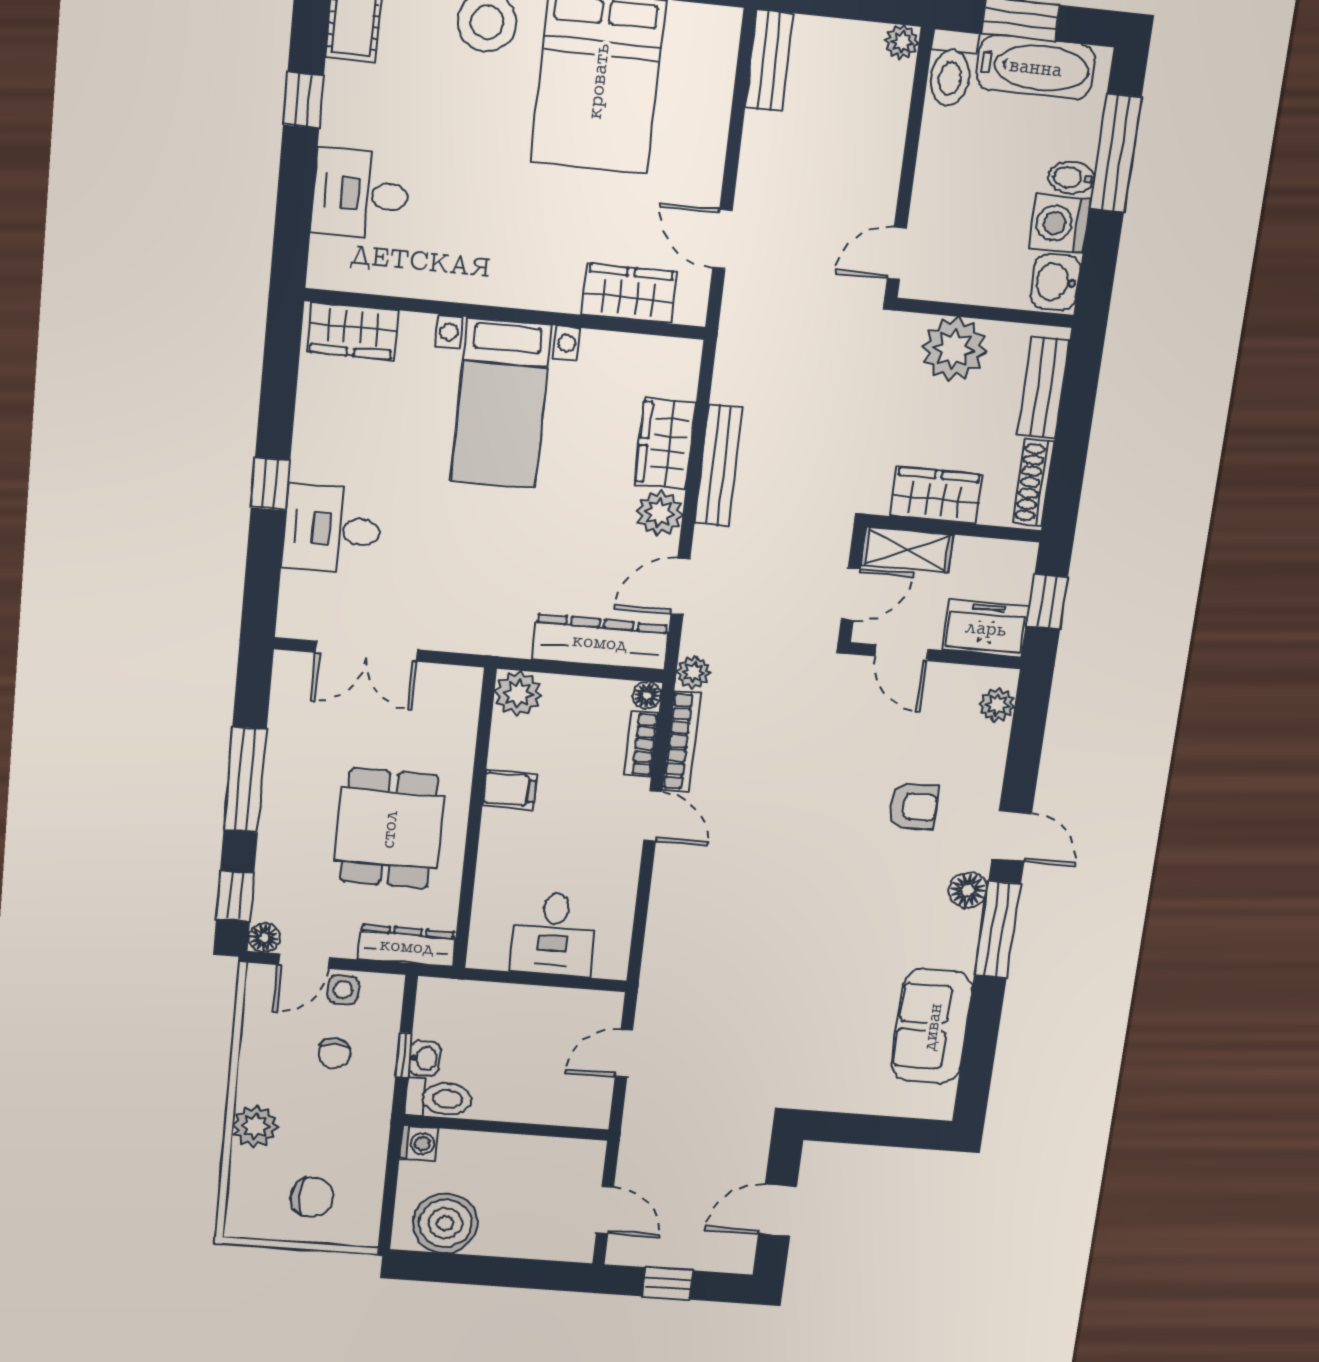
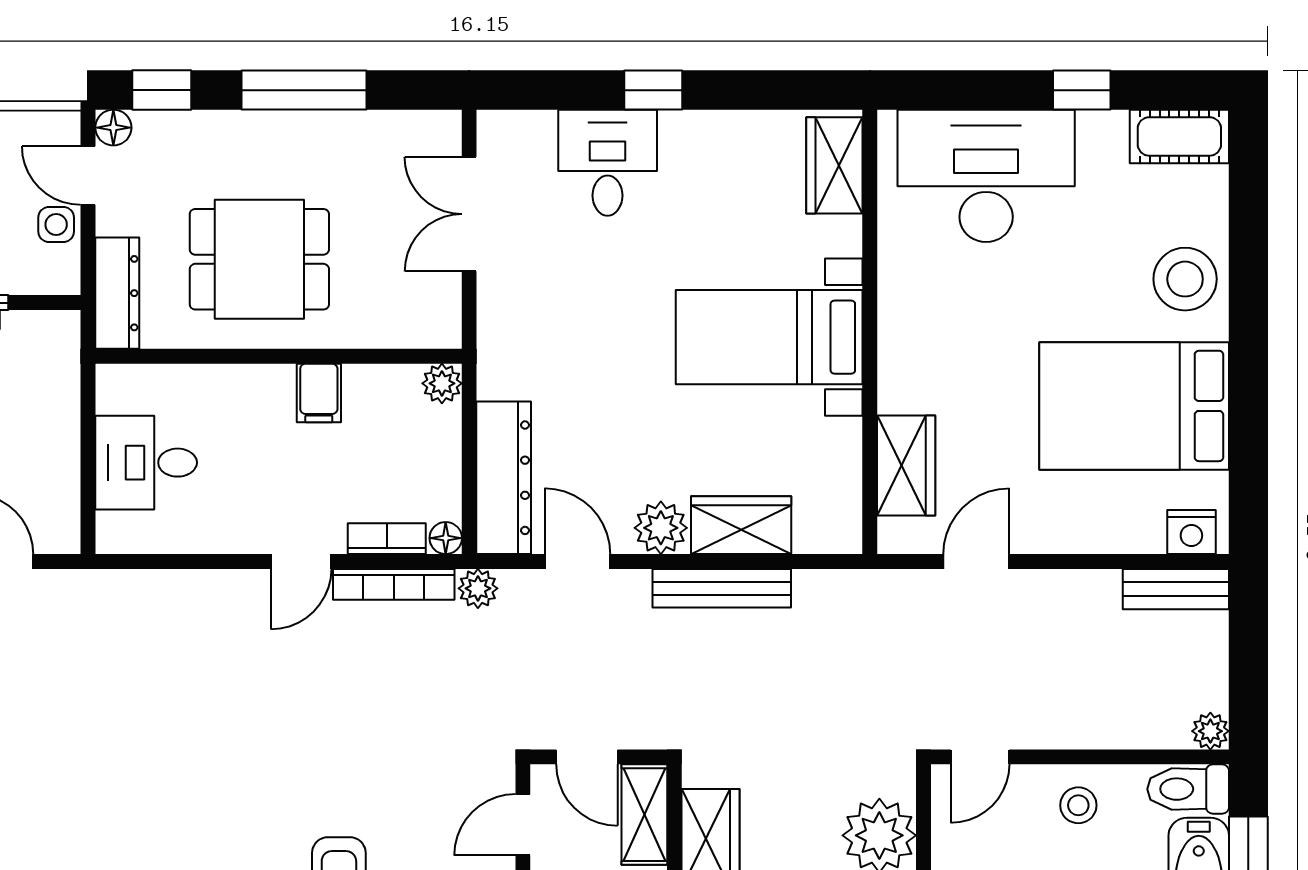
nightstand: (719, 41) -> (1191, 532), added
stool: (952, 169) -> (1078, 805), added
desk: (361, 194) -> (986, 176), width x1.87, depth x1.30
door: (897, 253) -> (980, 757), swing flipped
plant: (518, 694) -> (442, 383), width x0.73, depth x0.73

